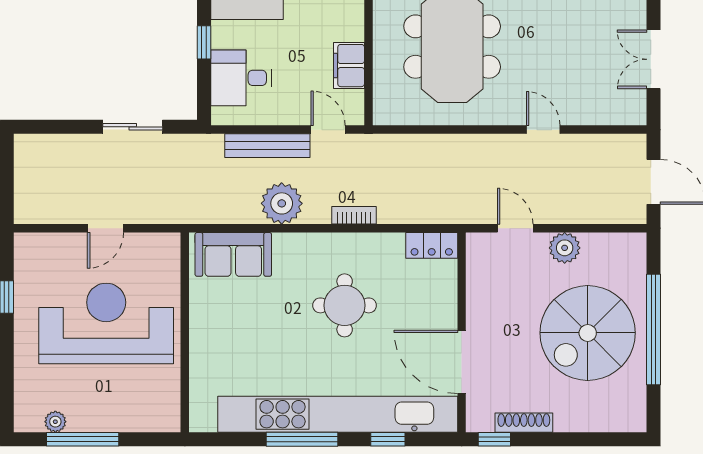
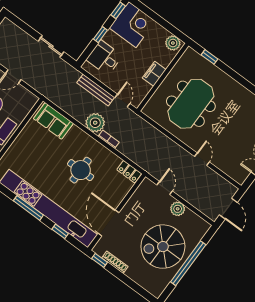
filing cabinet: (349, 66) -> (154, 74), moved
plant: (282, 203) -> (95, 123), moved

